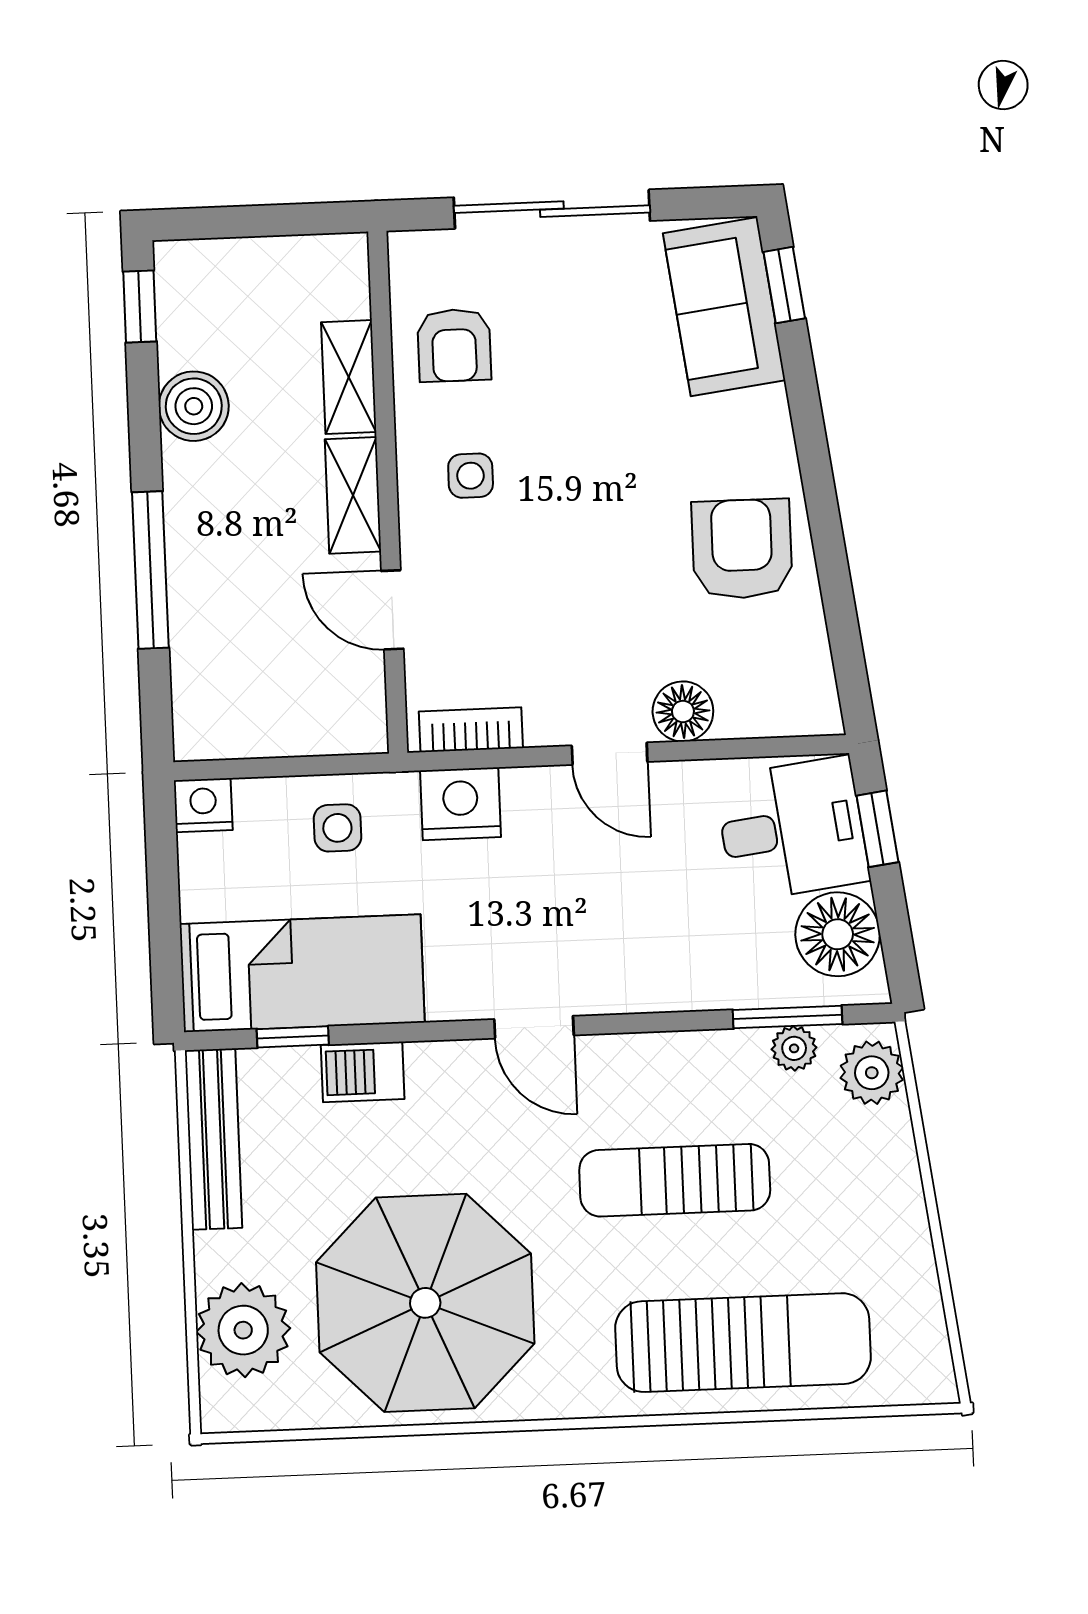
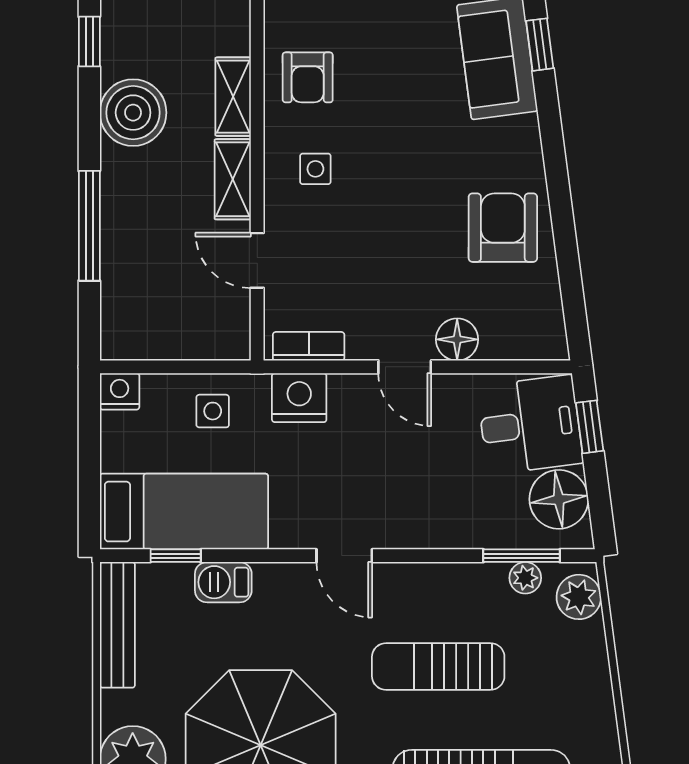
boiler: (194, 406) -> (133, 113), width x1.37, depth x1.37

